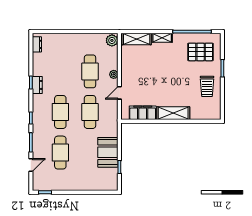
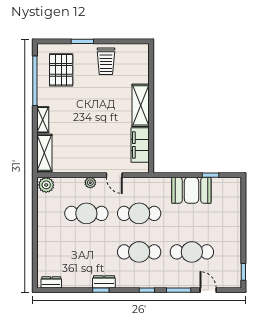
trolley: (207, 86) -> (106, 61), turned 90

